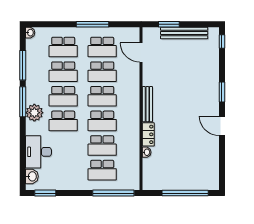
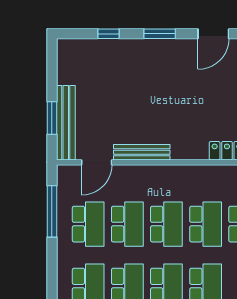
window: (92, 24) -> (52, 211), moved
bench: (184, 33) -> (66, 123), moved
window: (222, 42) -> (108, 34), moved
bench: (147, 104) -> (142, 152), moved

